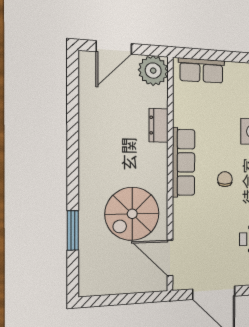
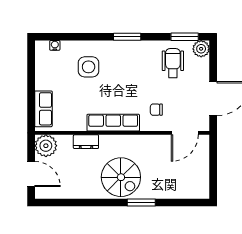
chair: (225, 179) -> (156, 110), moved
spiral stairs: (132, 214) -> (121, 177), moved
window: (73, 230) -> (141, 203), moved

